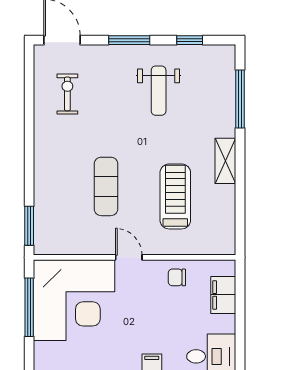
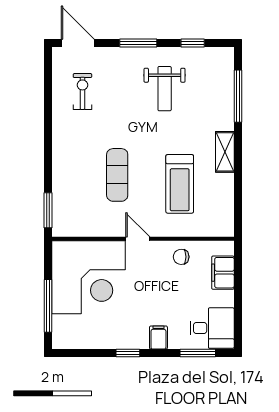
treadmill: (175, 196) -> (180, 184), turned 180
window: (29, 307) -> (48, 306), moved

